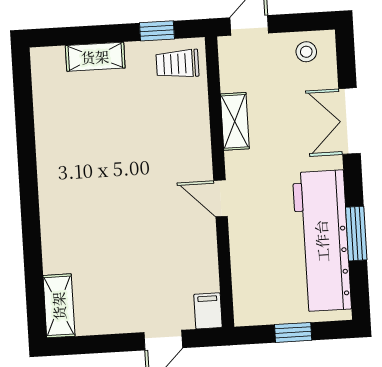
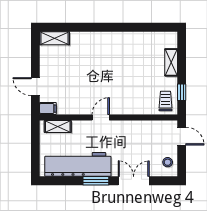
shelving: (235, 121) -> (58, 127), moved
window: (356, 234) -> (96, 181), moved
window: (293, 332) -> (35, 148), removed

